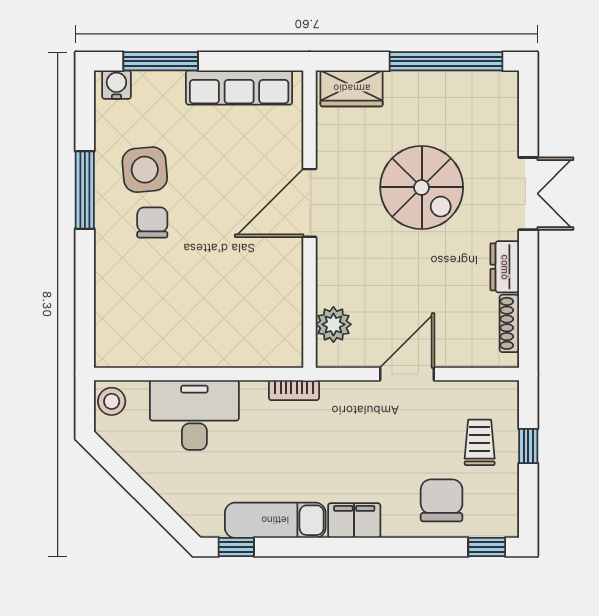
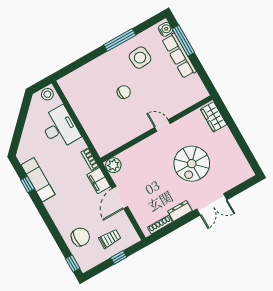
window: (446, 61) -> (244, 146), removed
row of seats: (239, 87) -> (179, 56), moved
door: (310, 203) -> (162, 125), width x0.53
chair: (152, 222) -> (124, 92), moved
plant: (333, 324) -> (113, 165), moved
door: (407, 374) -> (120, 198), swing flipped
filing cabinet: (354, 521) -> (99, 181), moved, turned 180
window: (236, 547) -> (28, 184), moved

